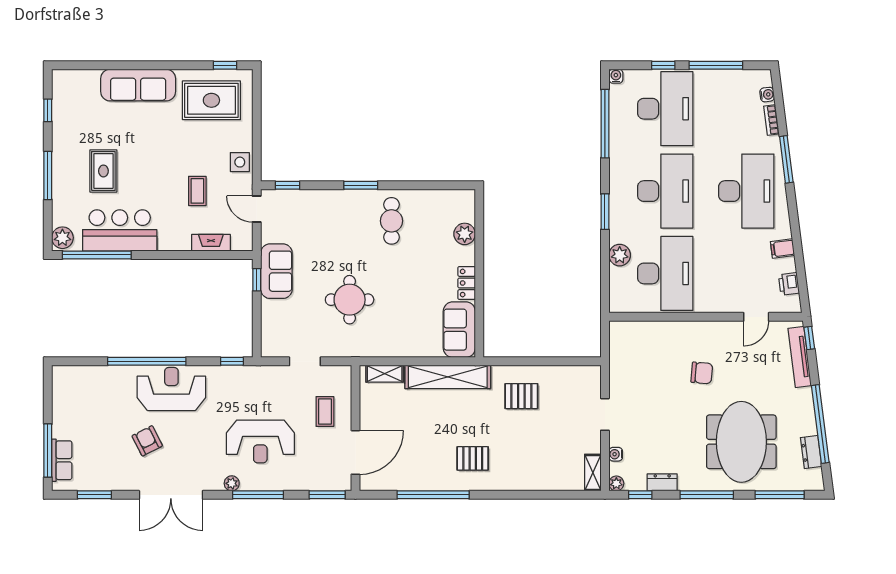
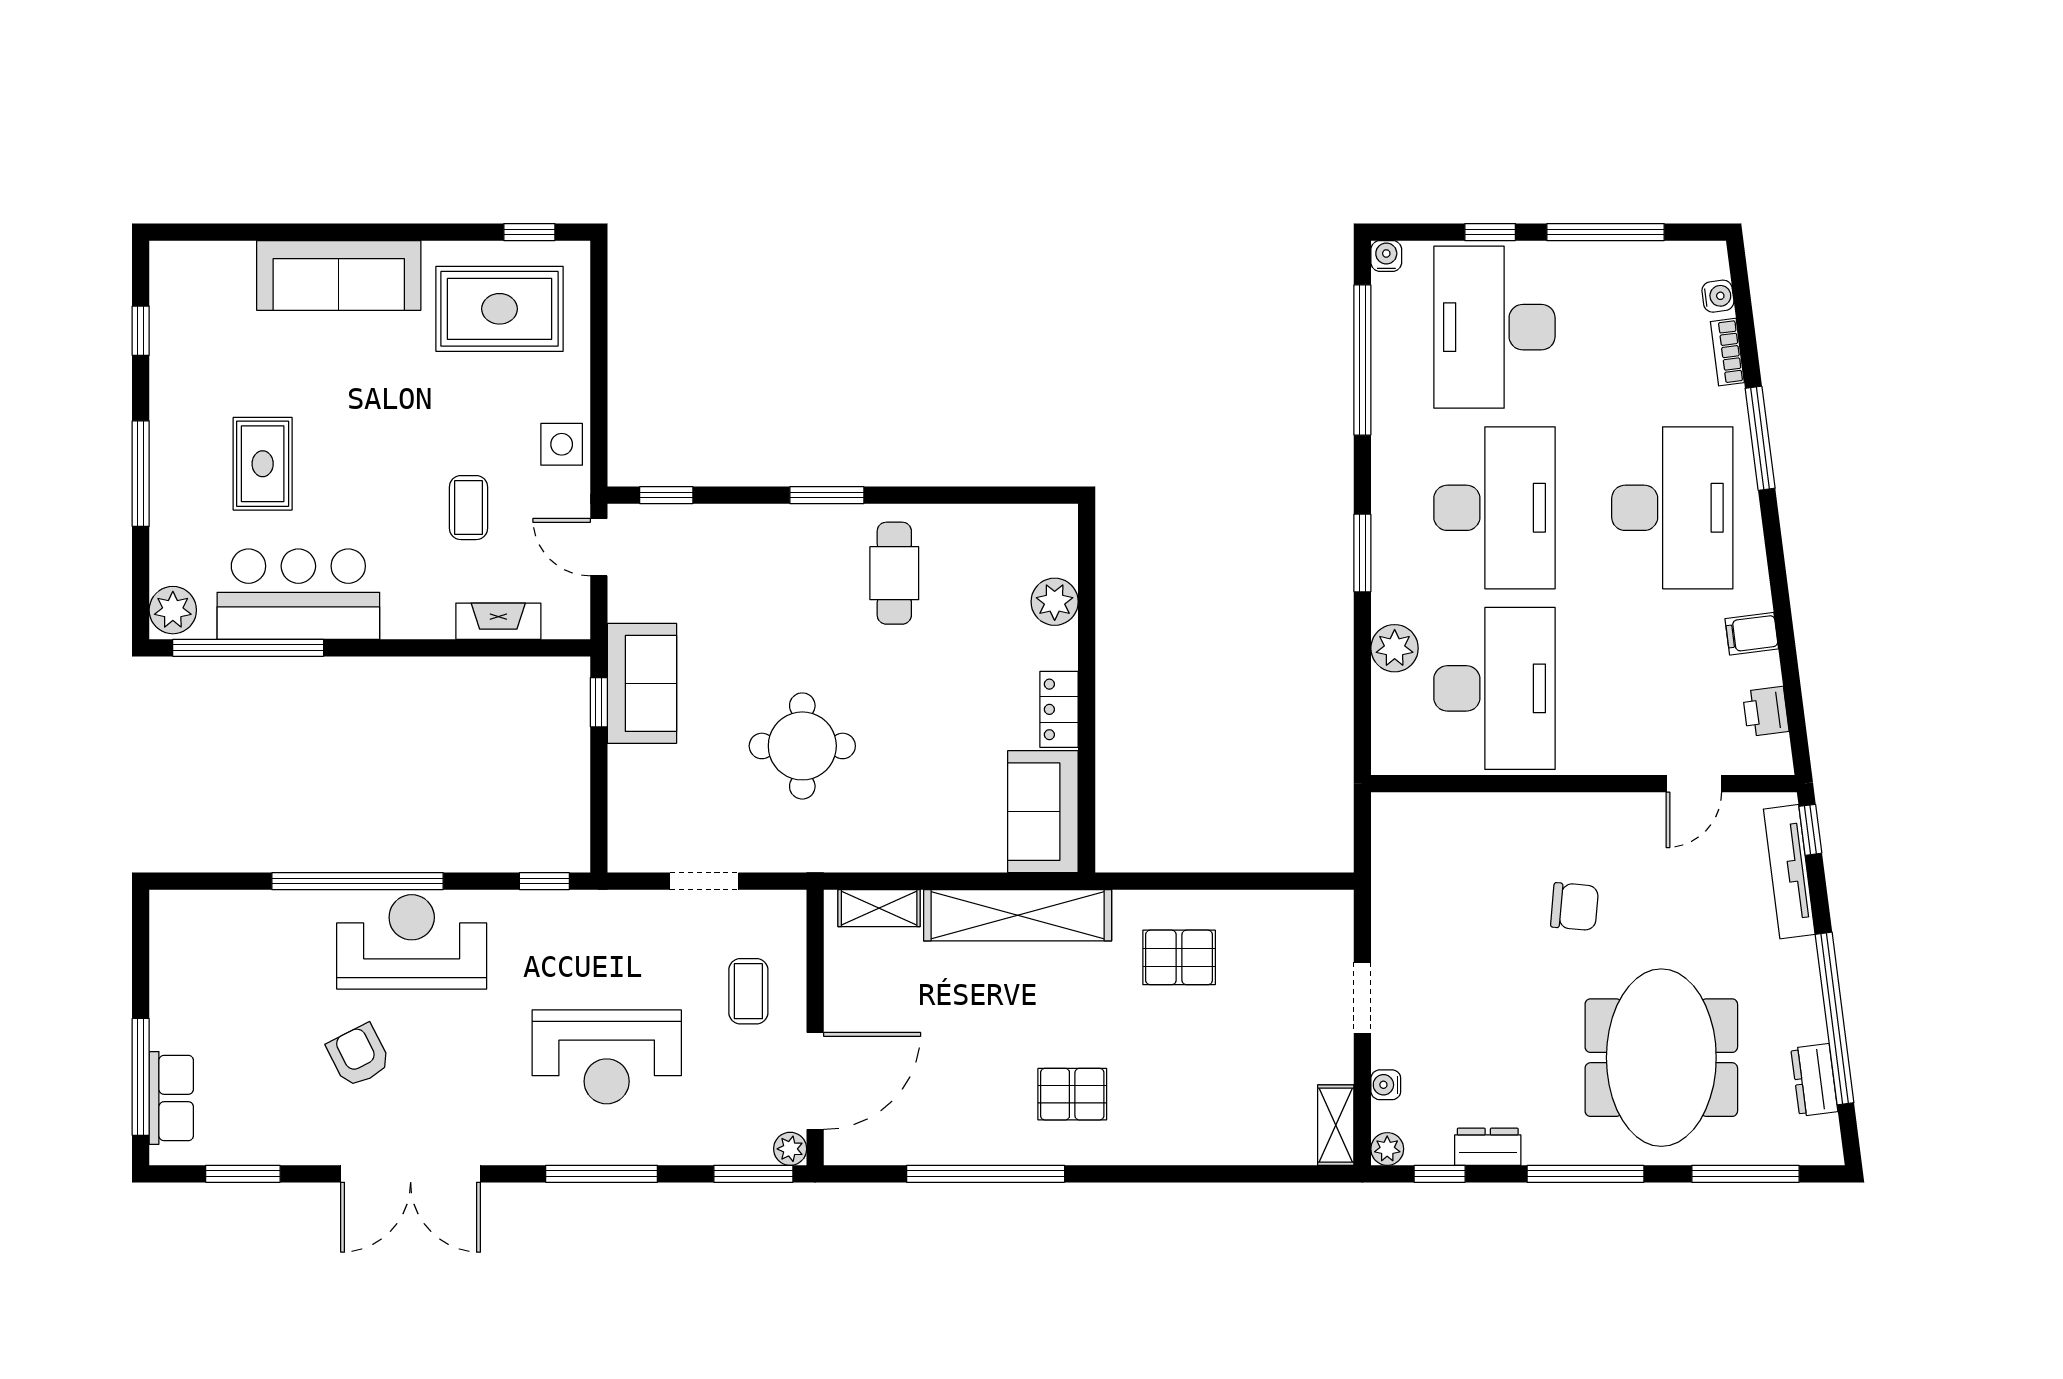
desk: (665, 109) -> (1494, 327), turned 180
plant: (232, 483) -> (790, 1149), moved

